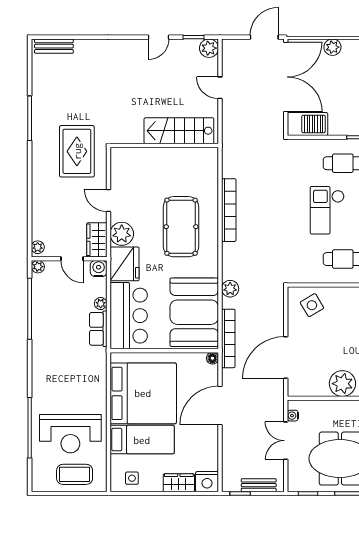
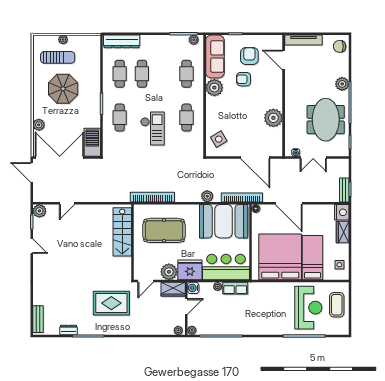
dresser: (38, 90) -> (69, 330), added
stairs: (179, 131) -> (122, 232), moved
wall: (164, 145) -> (132, 242), moved
checkout: (327, 210) -> (152, 129), turned -90
bench: (259, 485) -> (344, 190), moved

